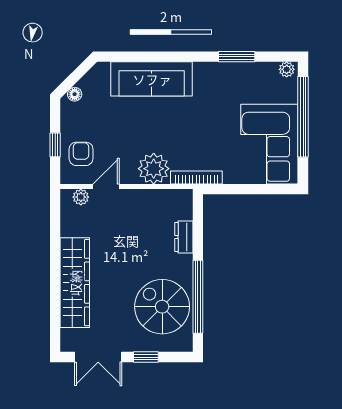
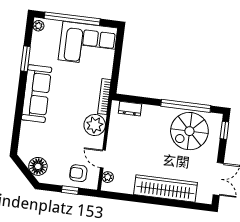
sofa: (152, 79) -> (37, 94), moved
floor lamp: (75, 94) -> (38, 166), width x1.89, depth x1.89
dresser: (184, 237) -> (130, 109), moved
window: (146, 357) -> (224, 130), moved

